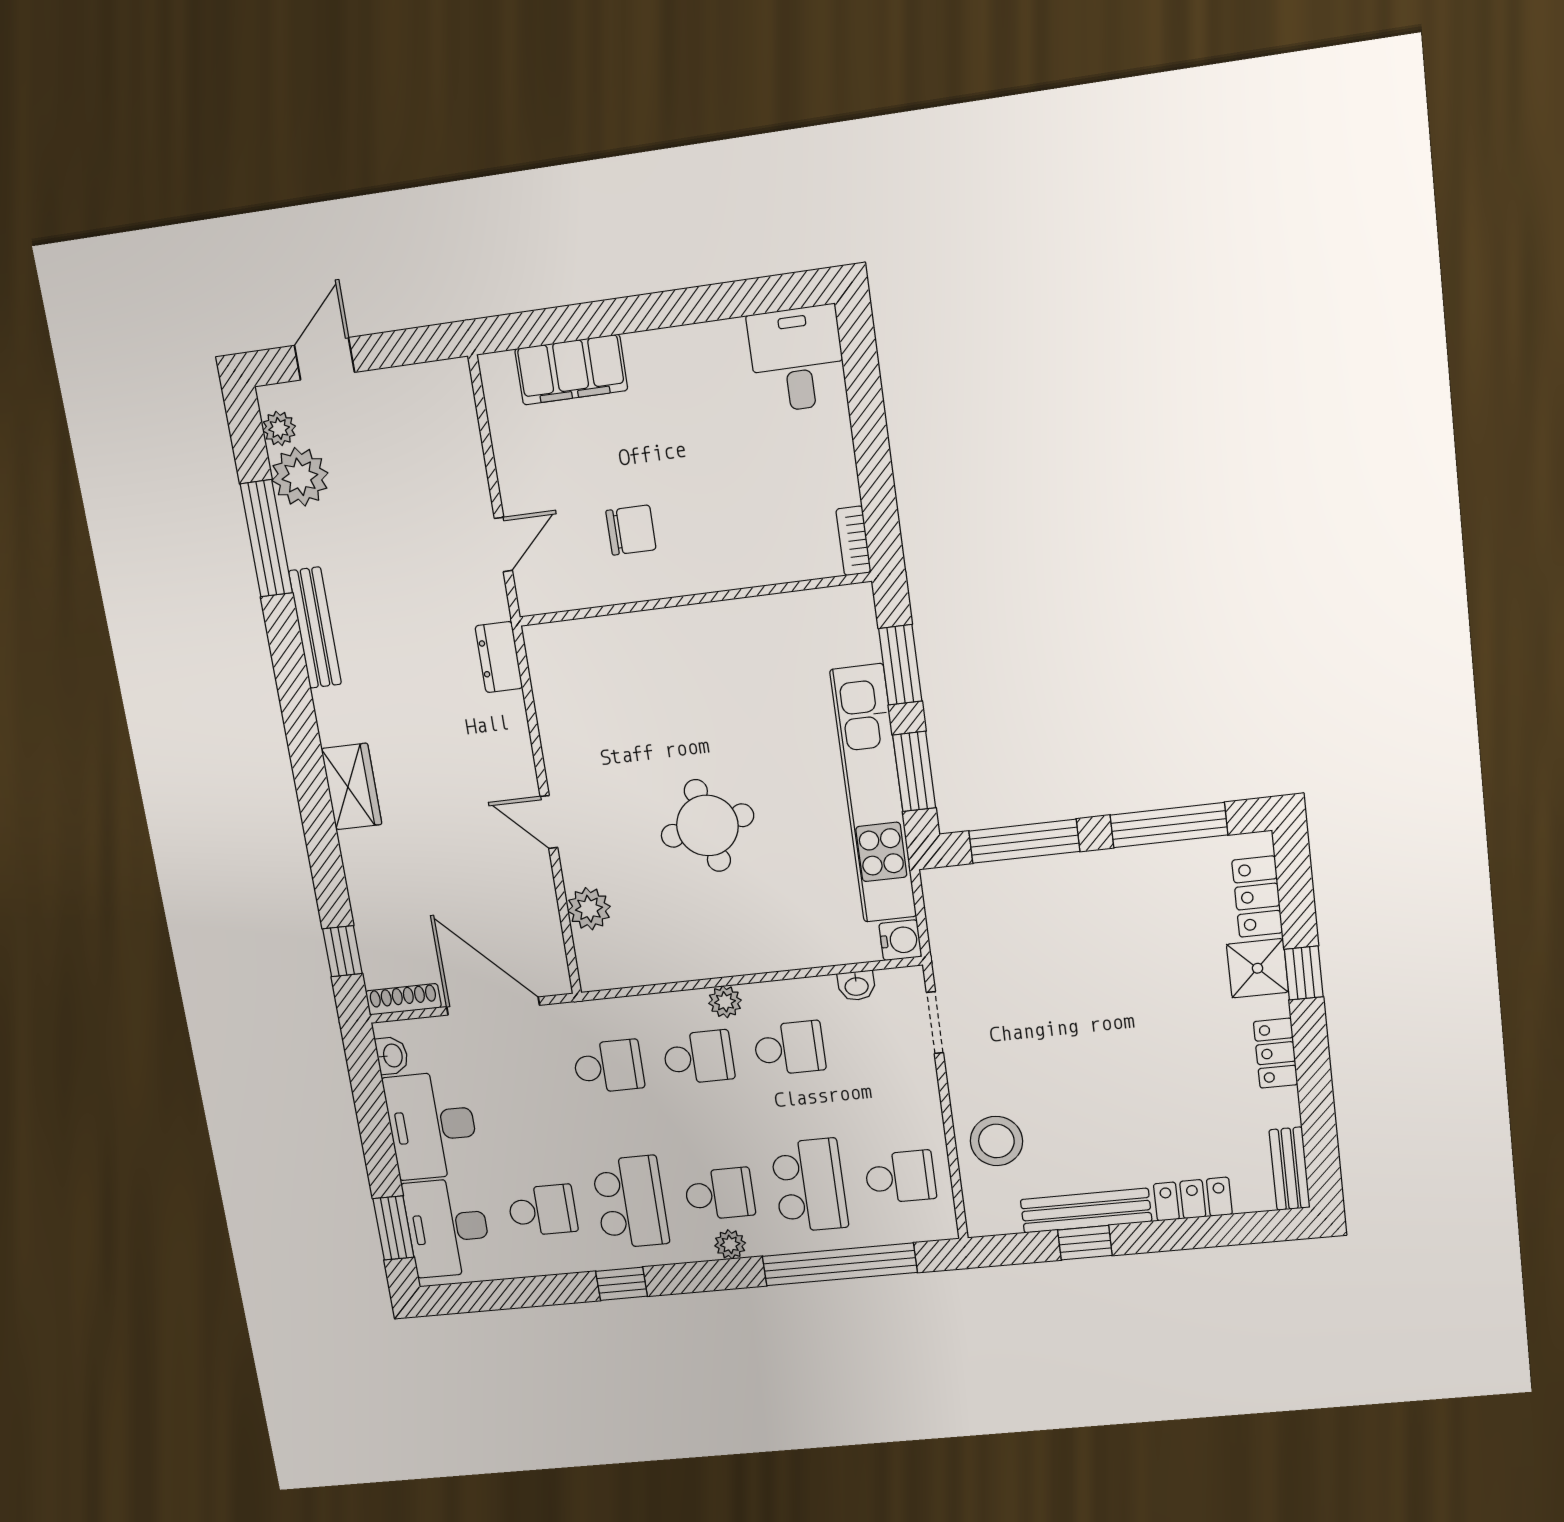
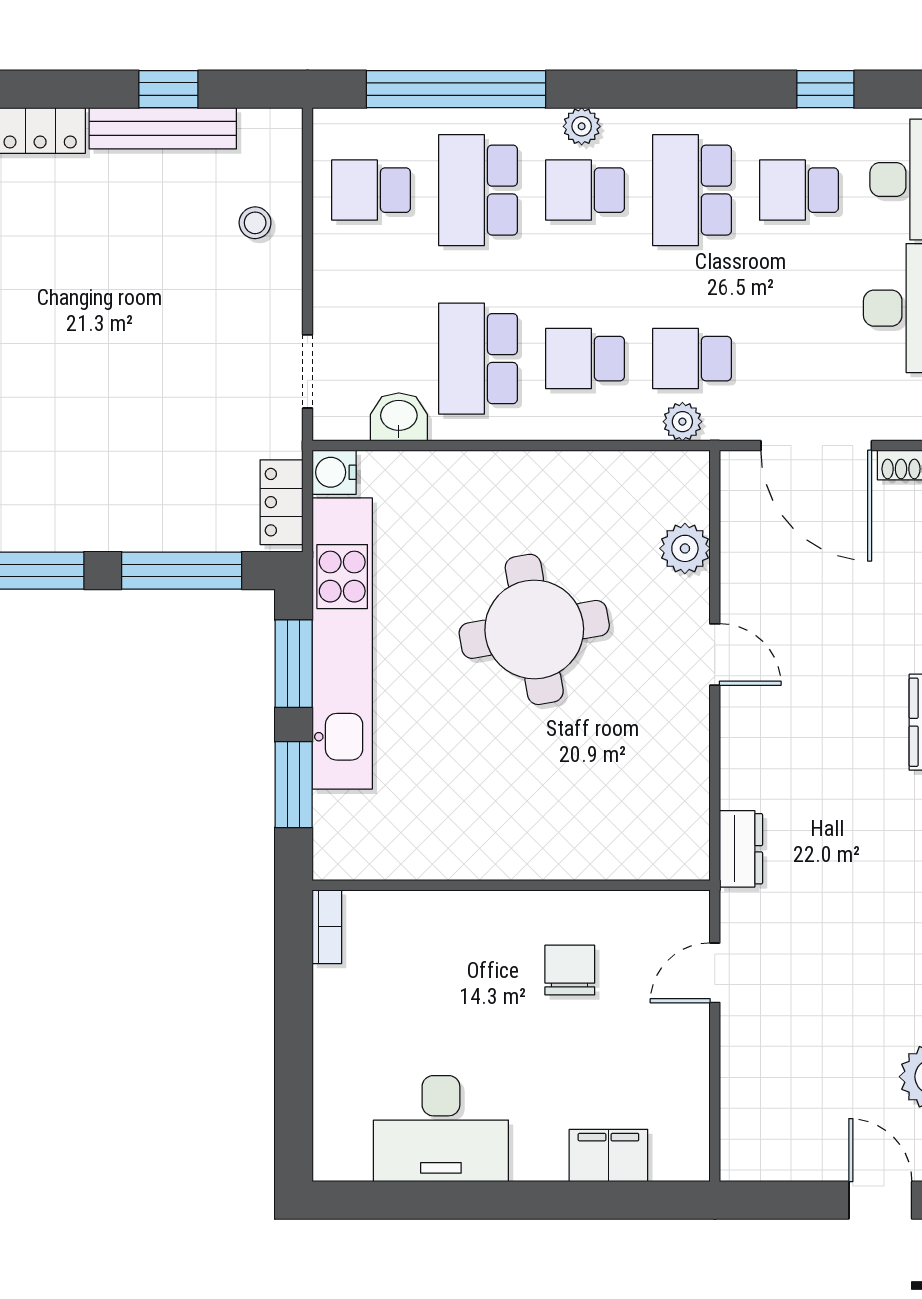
door: (324, 359) -> (880, 1200), swing flipped
desk: (797, 359) -> (441, 1129), moved, width x1.37
filing cabinet: (571, 370) -> (608, 1155), width x0.67, depth x0.86
chair: (631, 530) -> (570, 970), turned 90
round table: (707, 826) -> (534, 629), width x1.36, depth x1.36
locker: (943, 910) -> (281, 502), added
washbasin: (857, 986) -> (399, 417), width x1.38, depth x1.45
plant: (725, 1002) -> (682, 422), moved
school desk: (789, 1048) -> (478, 359), width x1.85
stool: (996, 1141) -> (255, 223), width x0.53, depth x0.53
window: (622, 1284) -> (825, 89), moved

